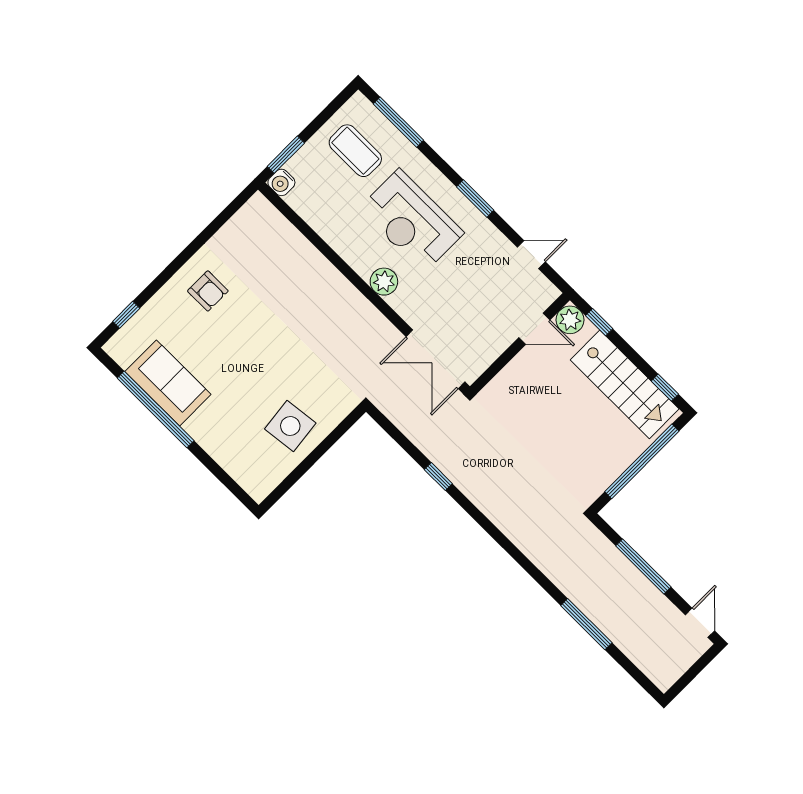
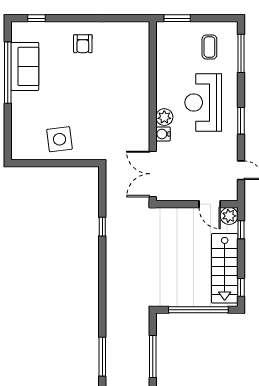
coffee table: (355, 151) -> (209, 47), width x0.73, depth x0.77
water cooler: (281, 182) -> (163, 134), moved

